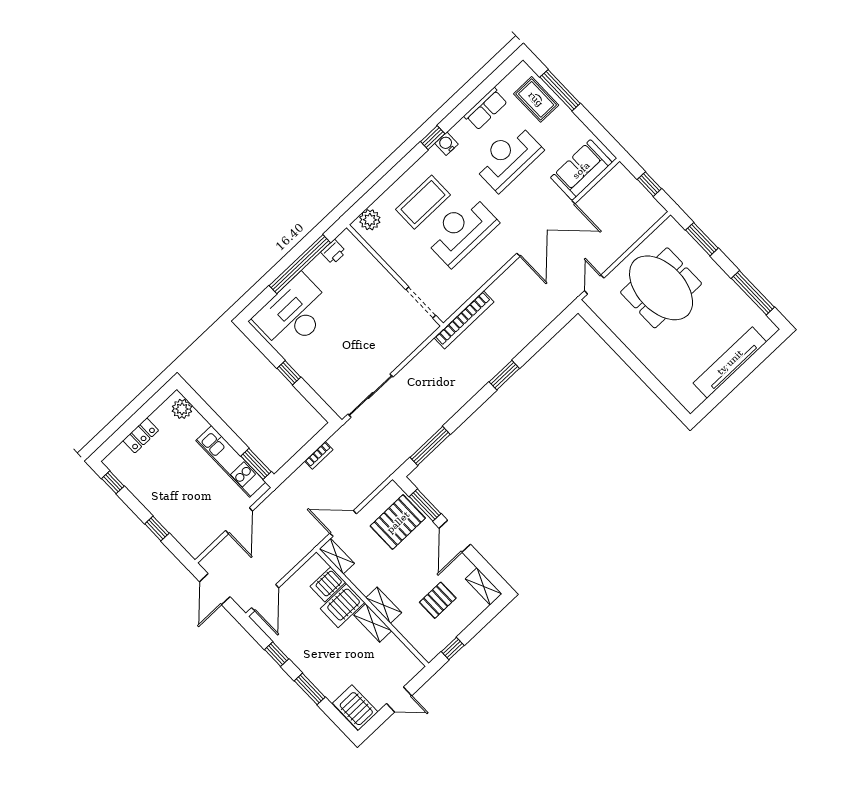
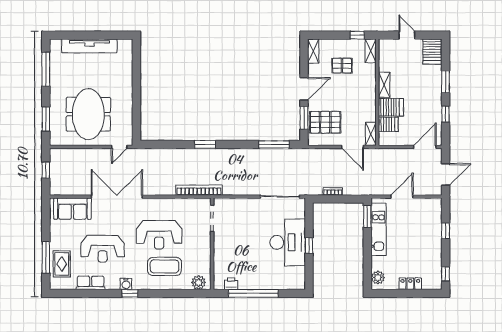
desk: (294, 313) -> (288, 242), moved, turned -90
shelving: (384, 605) -> (371, 51), moved

